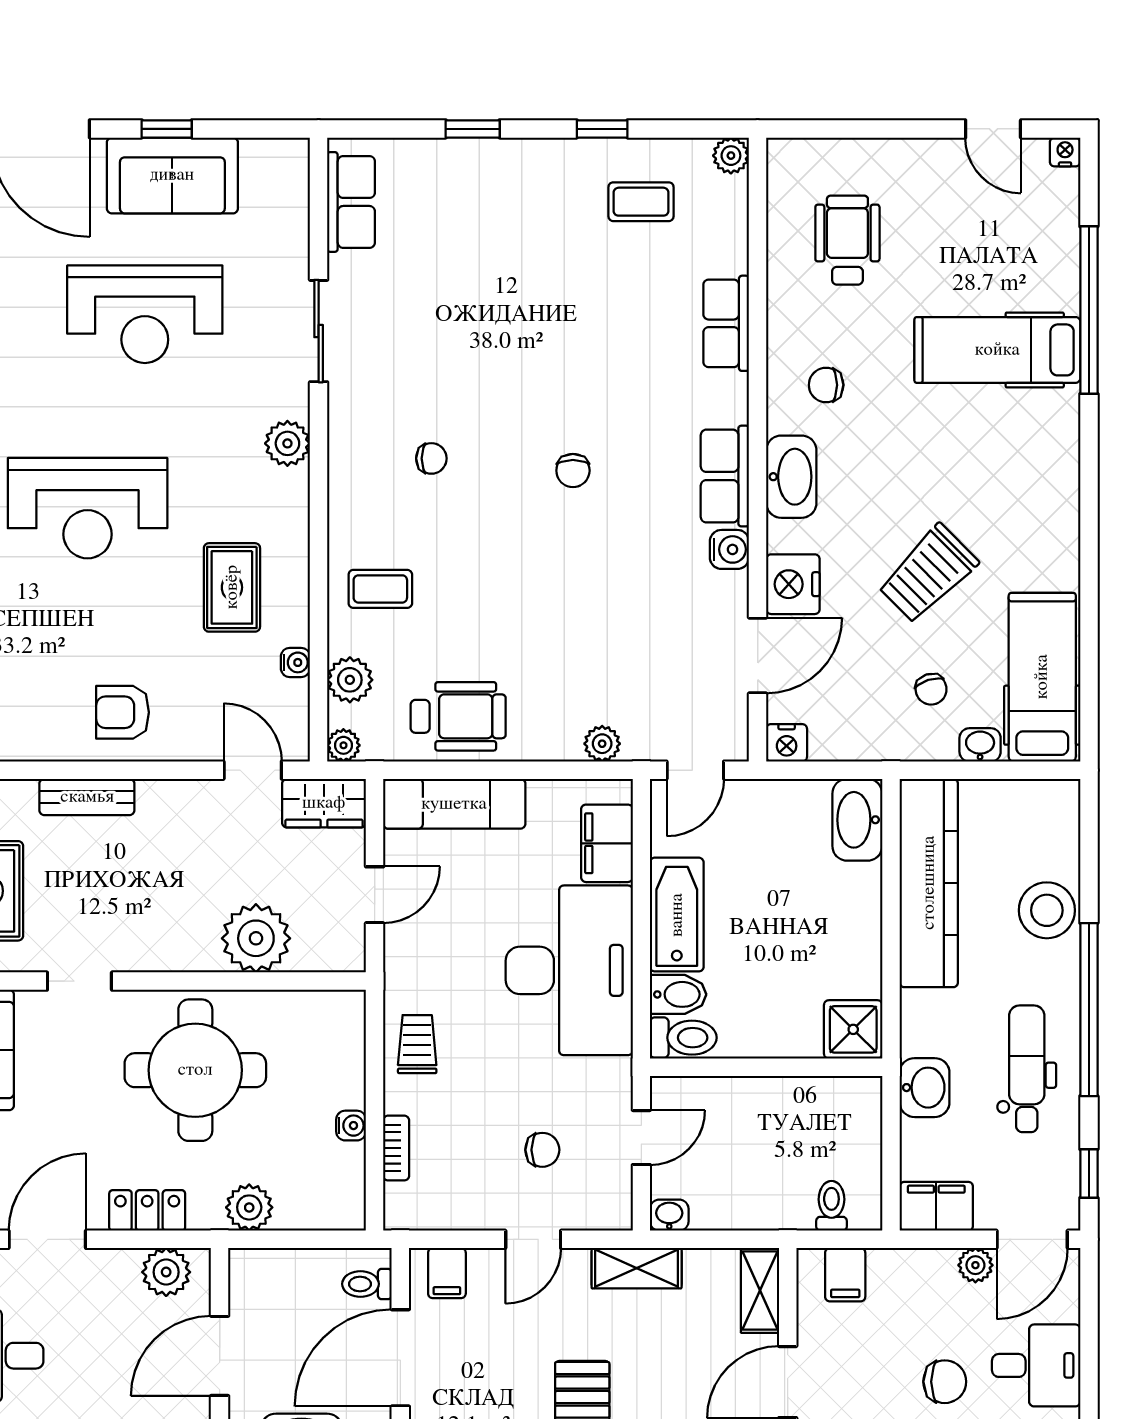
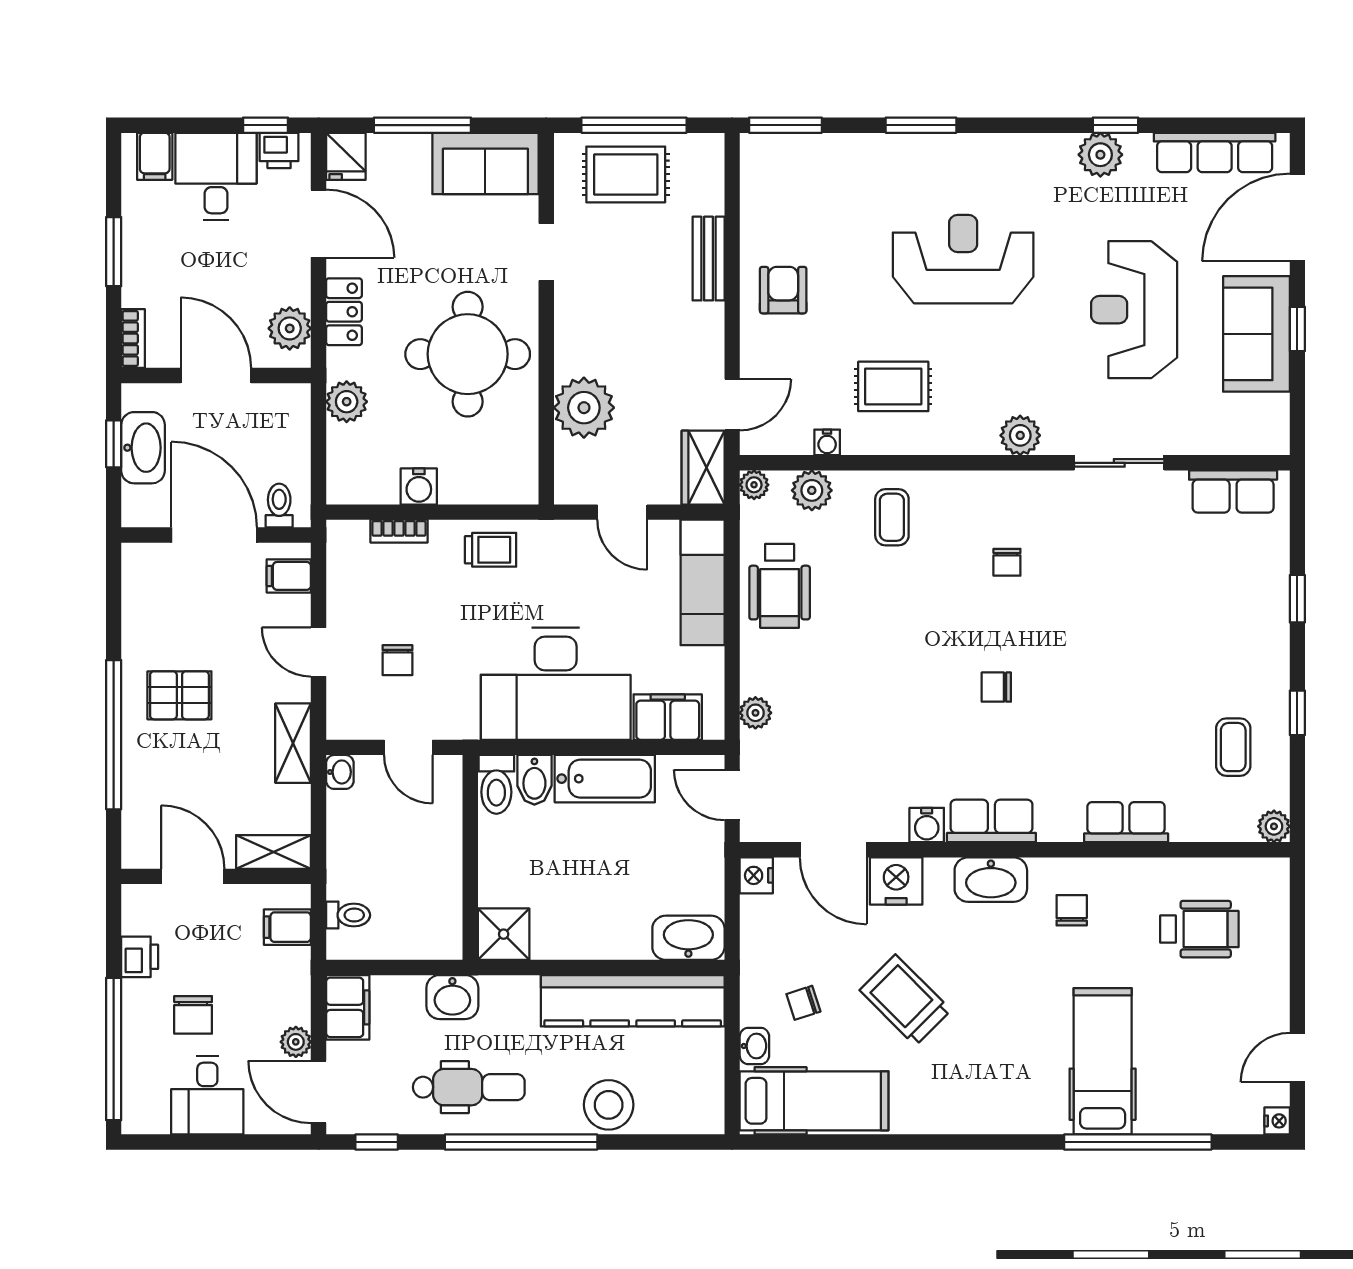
reception desk: (88, 508) -> (963, 259), turned 90
water cooler: (351, 1126) -> (419, 486), width x1.38, depth x1.38

